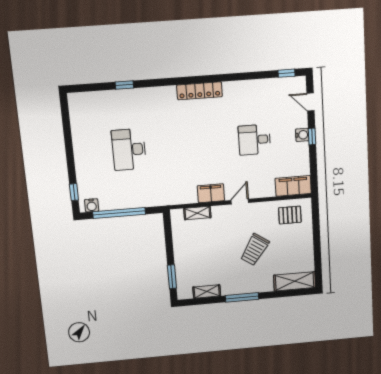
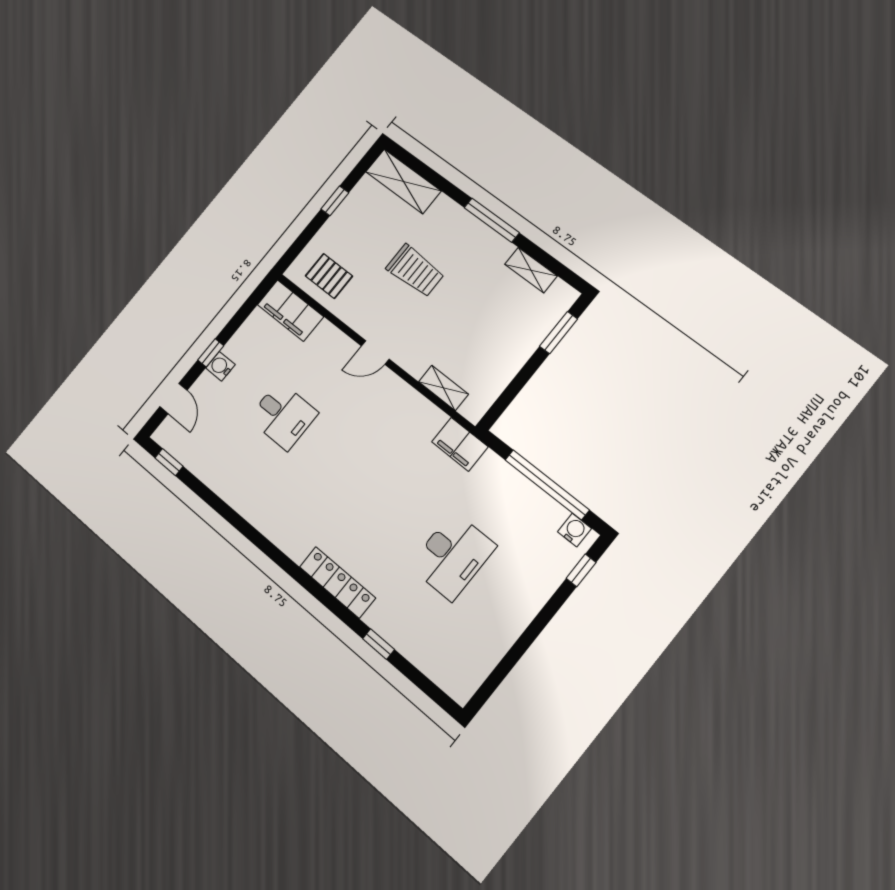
locker: (200, 91) -> (337, 582), moved
filing cabinet: (211, 193) -> (460, 444), moved
window: (317, 248) -> (335, 201), added
trolley: (255, 250) -> (415, 271), turned 56

